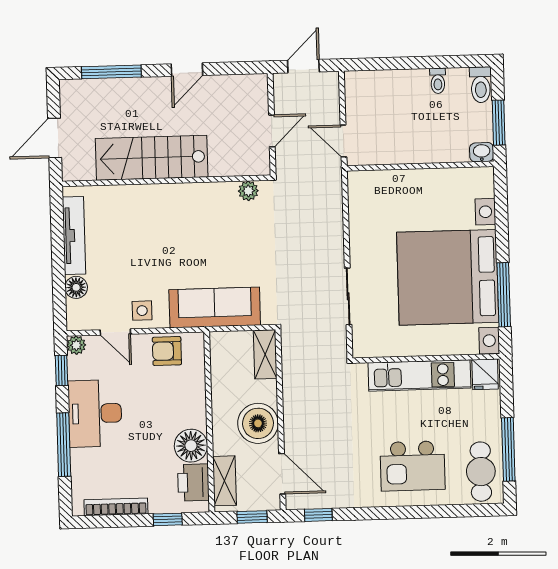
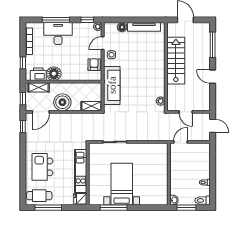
bed with nightstands: (448, 277) -> (122, 184), width x0.54
desk: (95, 413) -> (58, 34), moved

